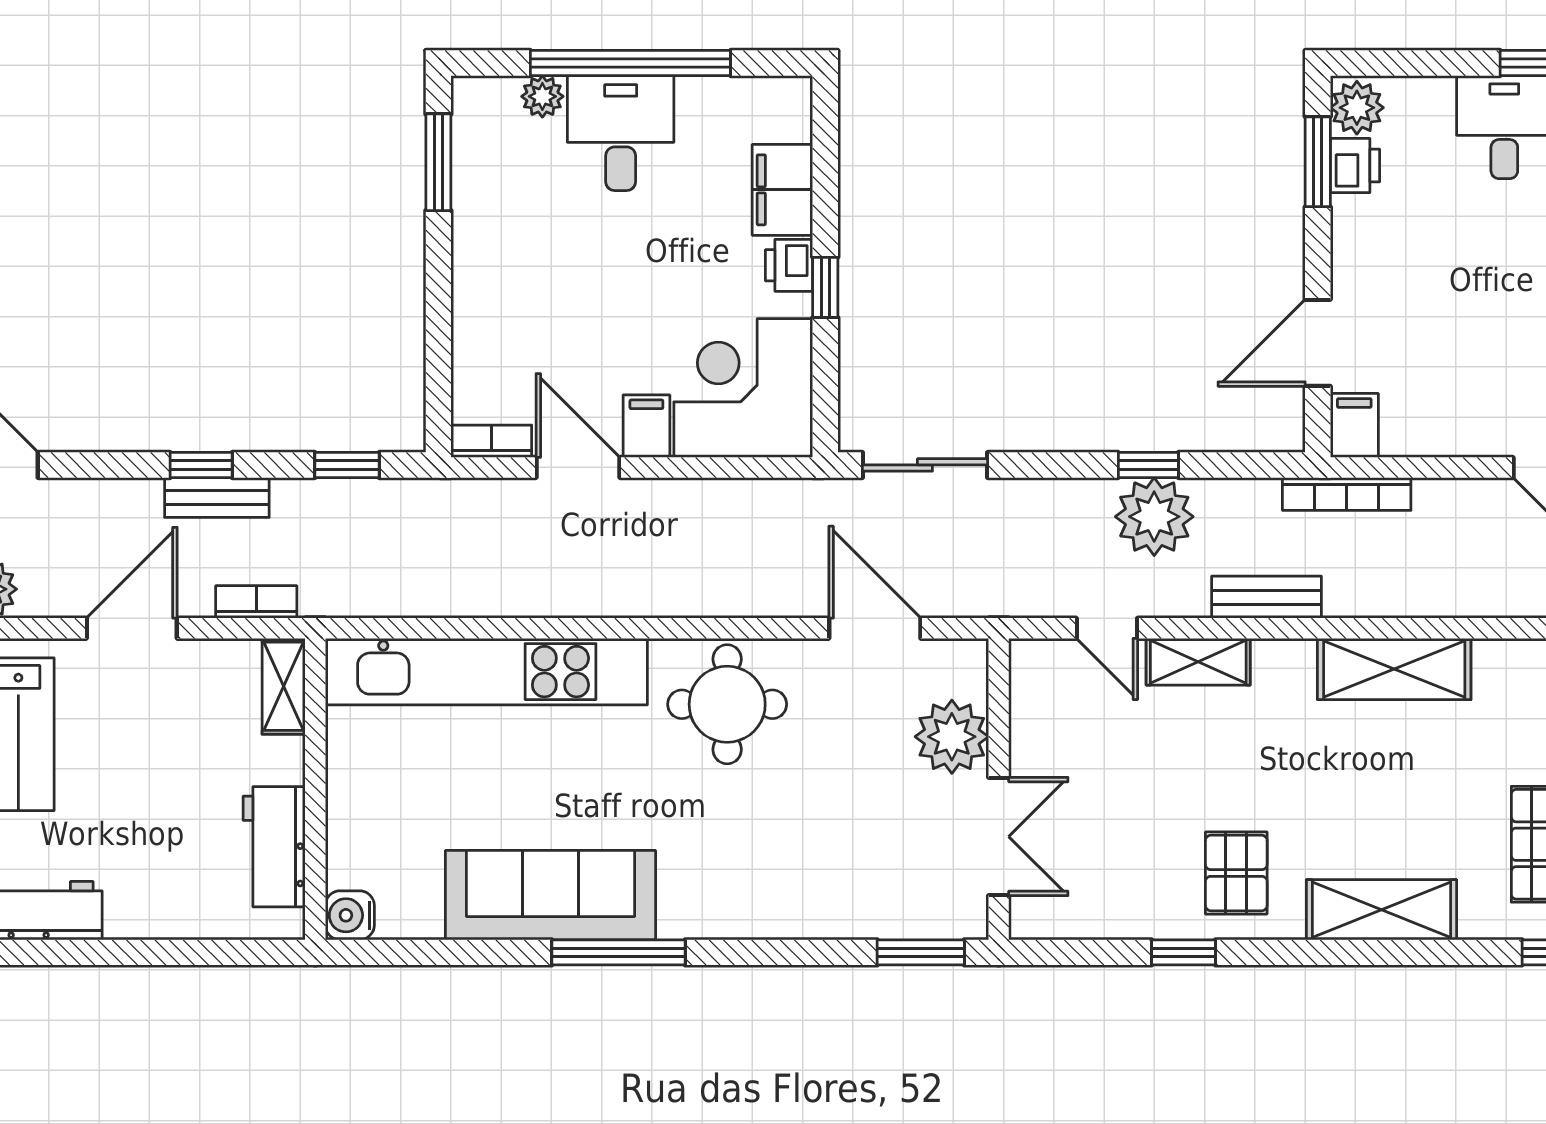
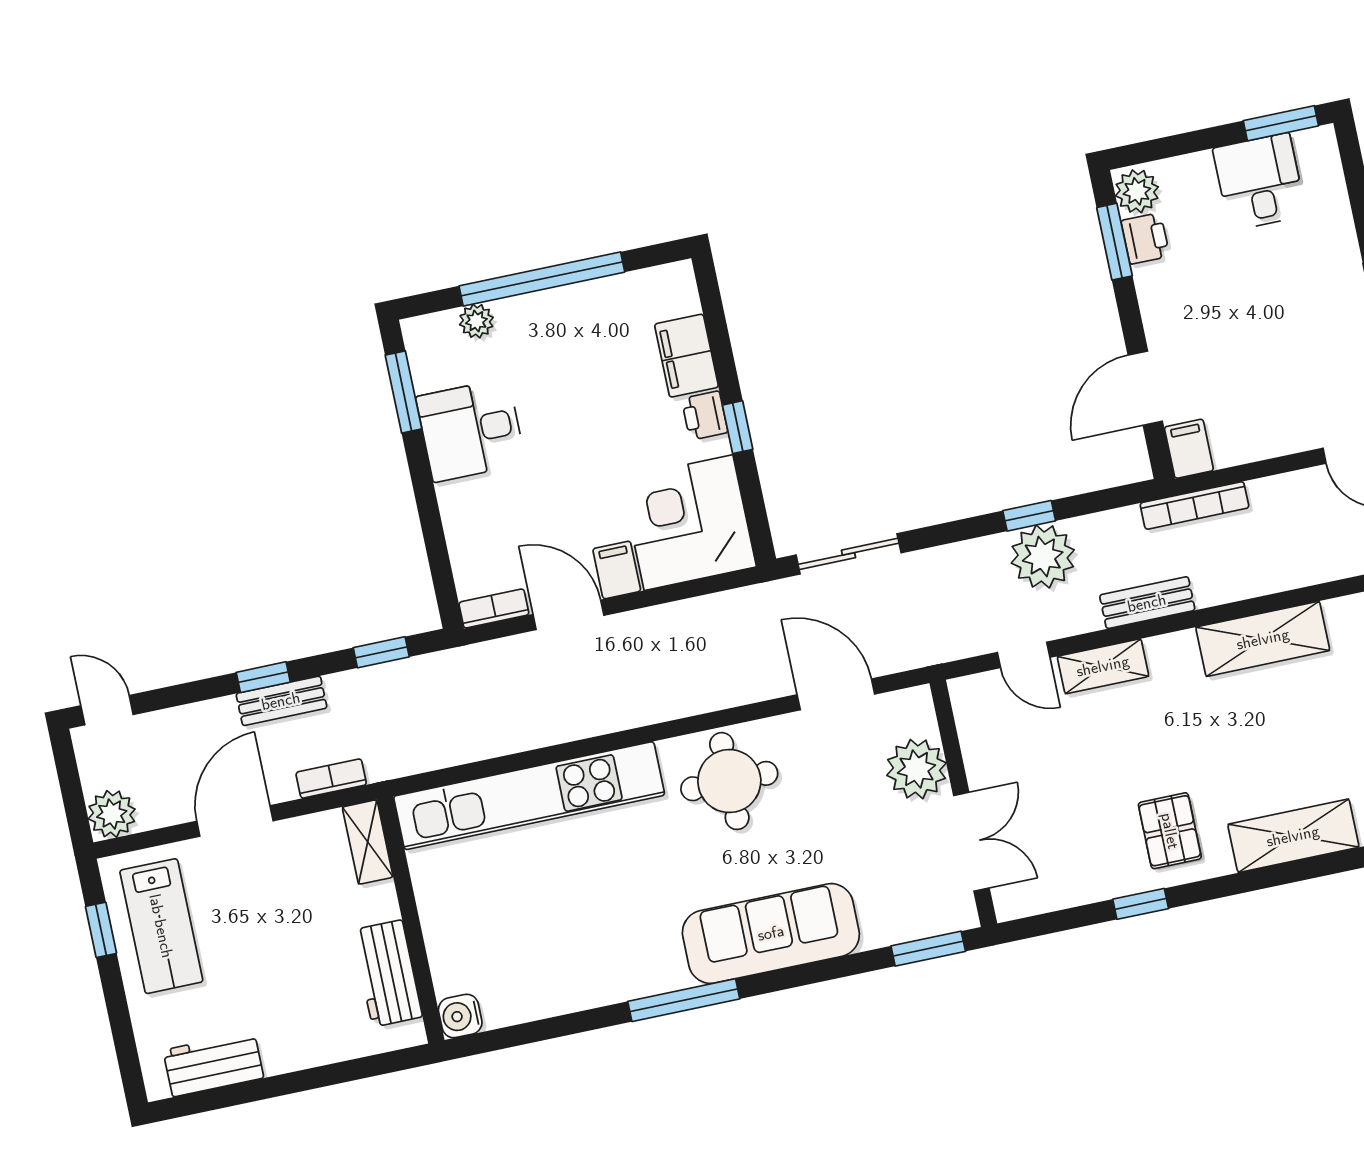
desk: (621, 133) -> (471, 430), moved, turned -90
sofa: (551, 895) -> (771, 933), moved

